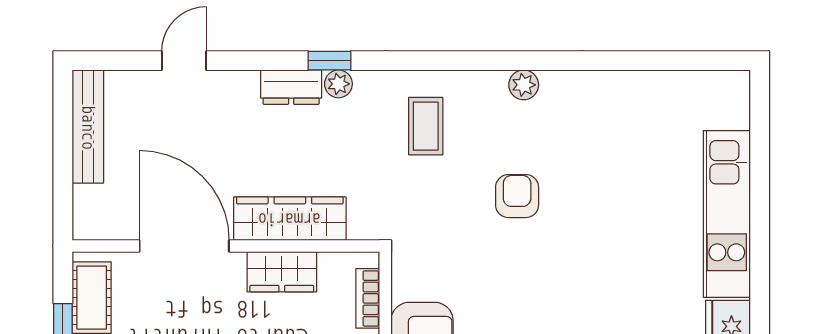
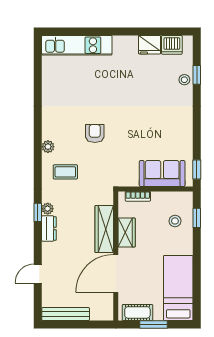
door: (184, 61) -> (38, 274), hinge flipped
plant: (524, 85) -> (48, 147), moved
armchair: (517, 196) -> (95, 133), turned 90
kitchen unit: (727, 214) -> (77, 45), moved

